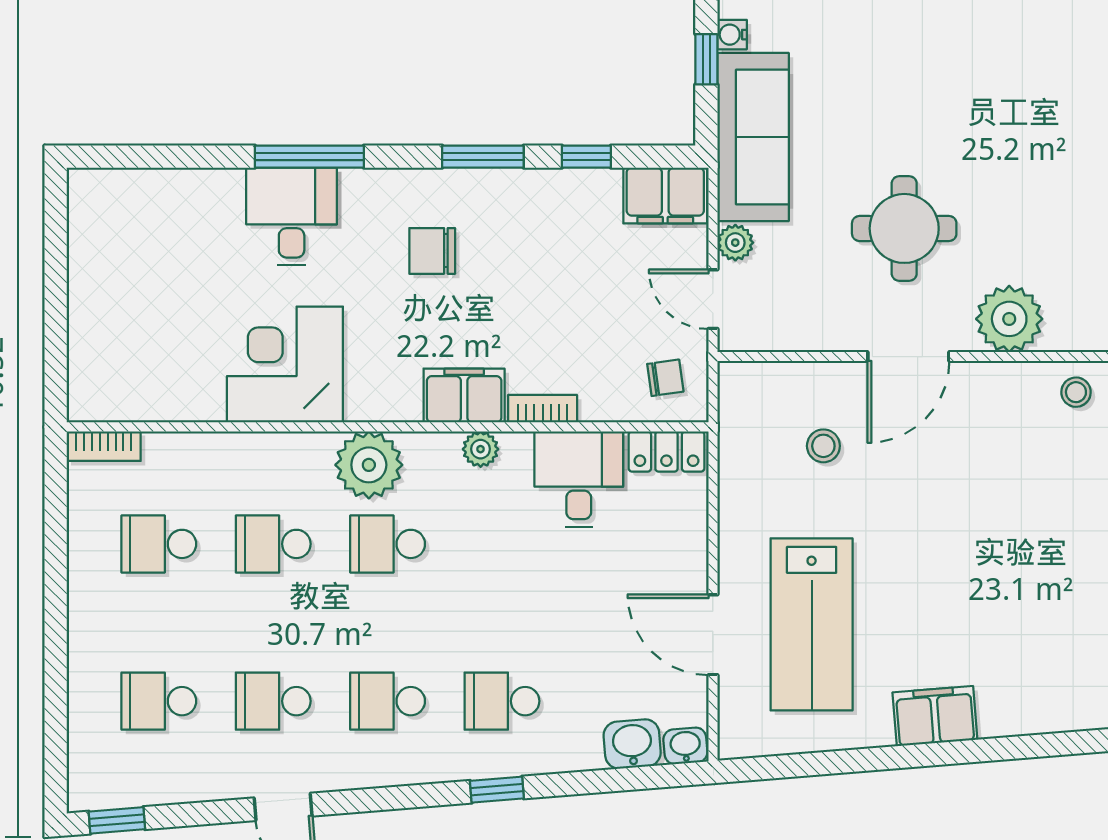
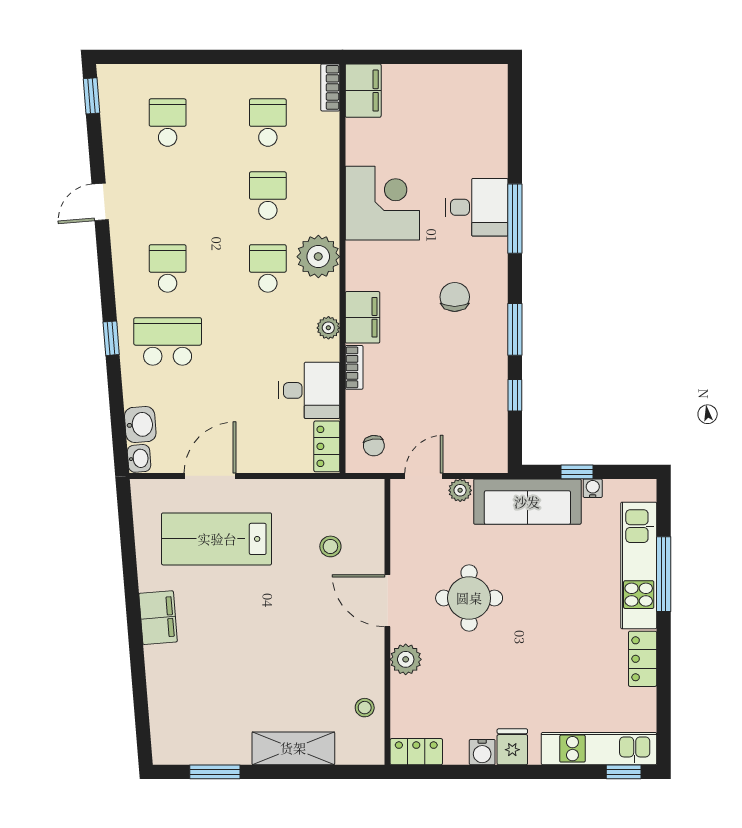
filing cabinet: (665, 195) -> (363, 91), moved, turned 180
plant: (1009, 319) -> (406, 659), width x0.73, depth x0.73
school desk: (273, 701) -> (168, 196), removed
school desk: (502, 701) -> (168, 341), width x1.85

